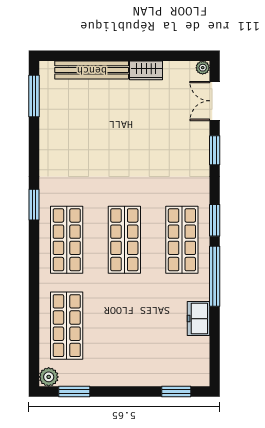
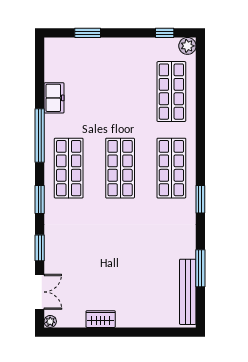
bench: (92, 70) -> (188, 292), moved, turned 90
window: (34, 96) -> (200, 268), moved
window: (215, 220) -> (40, 199), moved
window: (74, 392) -> (165, 33), width x0.67
window: (176, 392) -> (88, 33), moved

